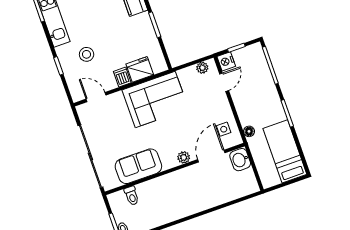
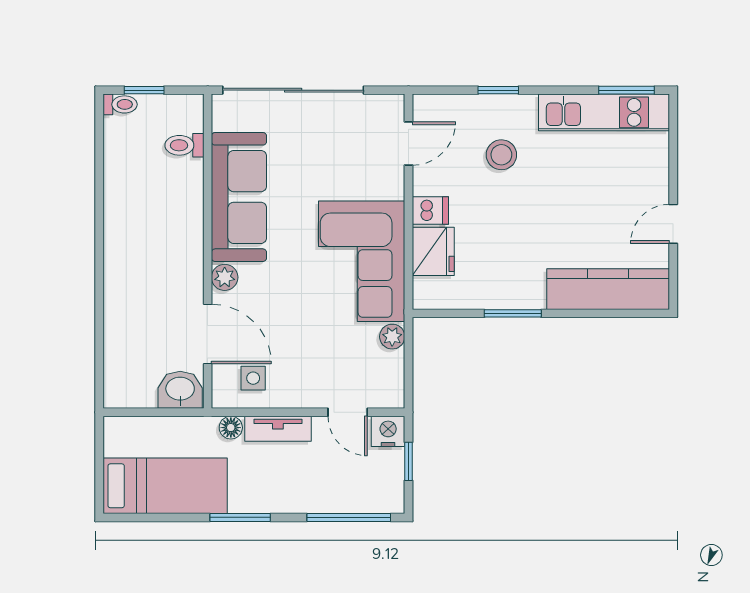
plant: (202, 68) -> (392, 337), moved
tv unit: (242, 110) -> (278, 429), added
sofa: (138, 166) -> (239, 197), width x1.36

